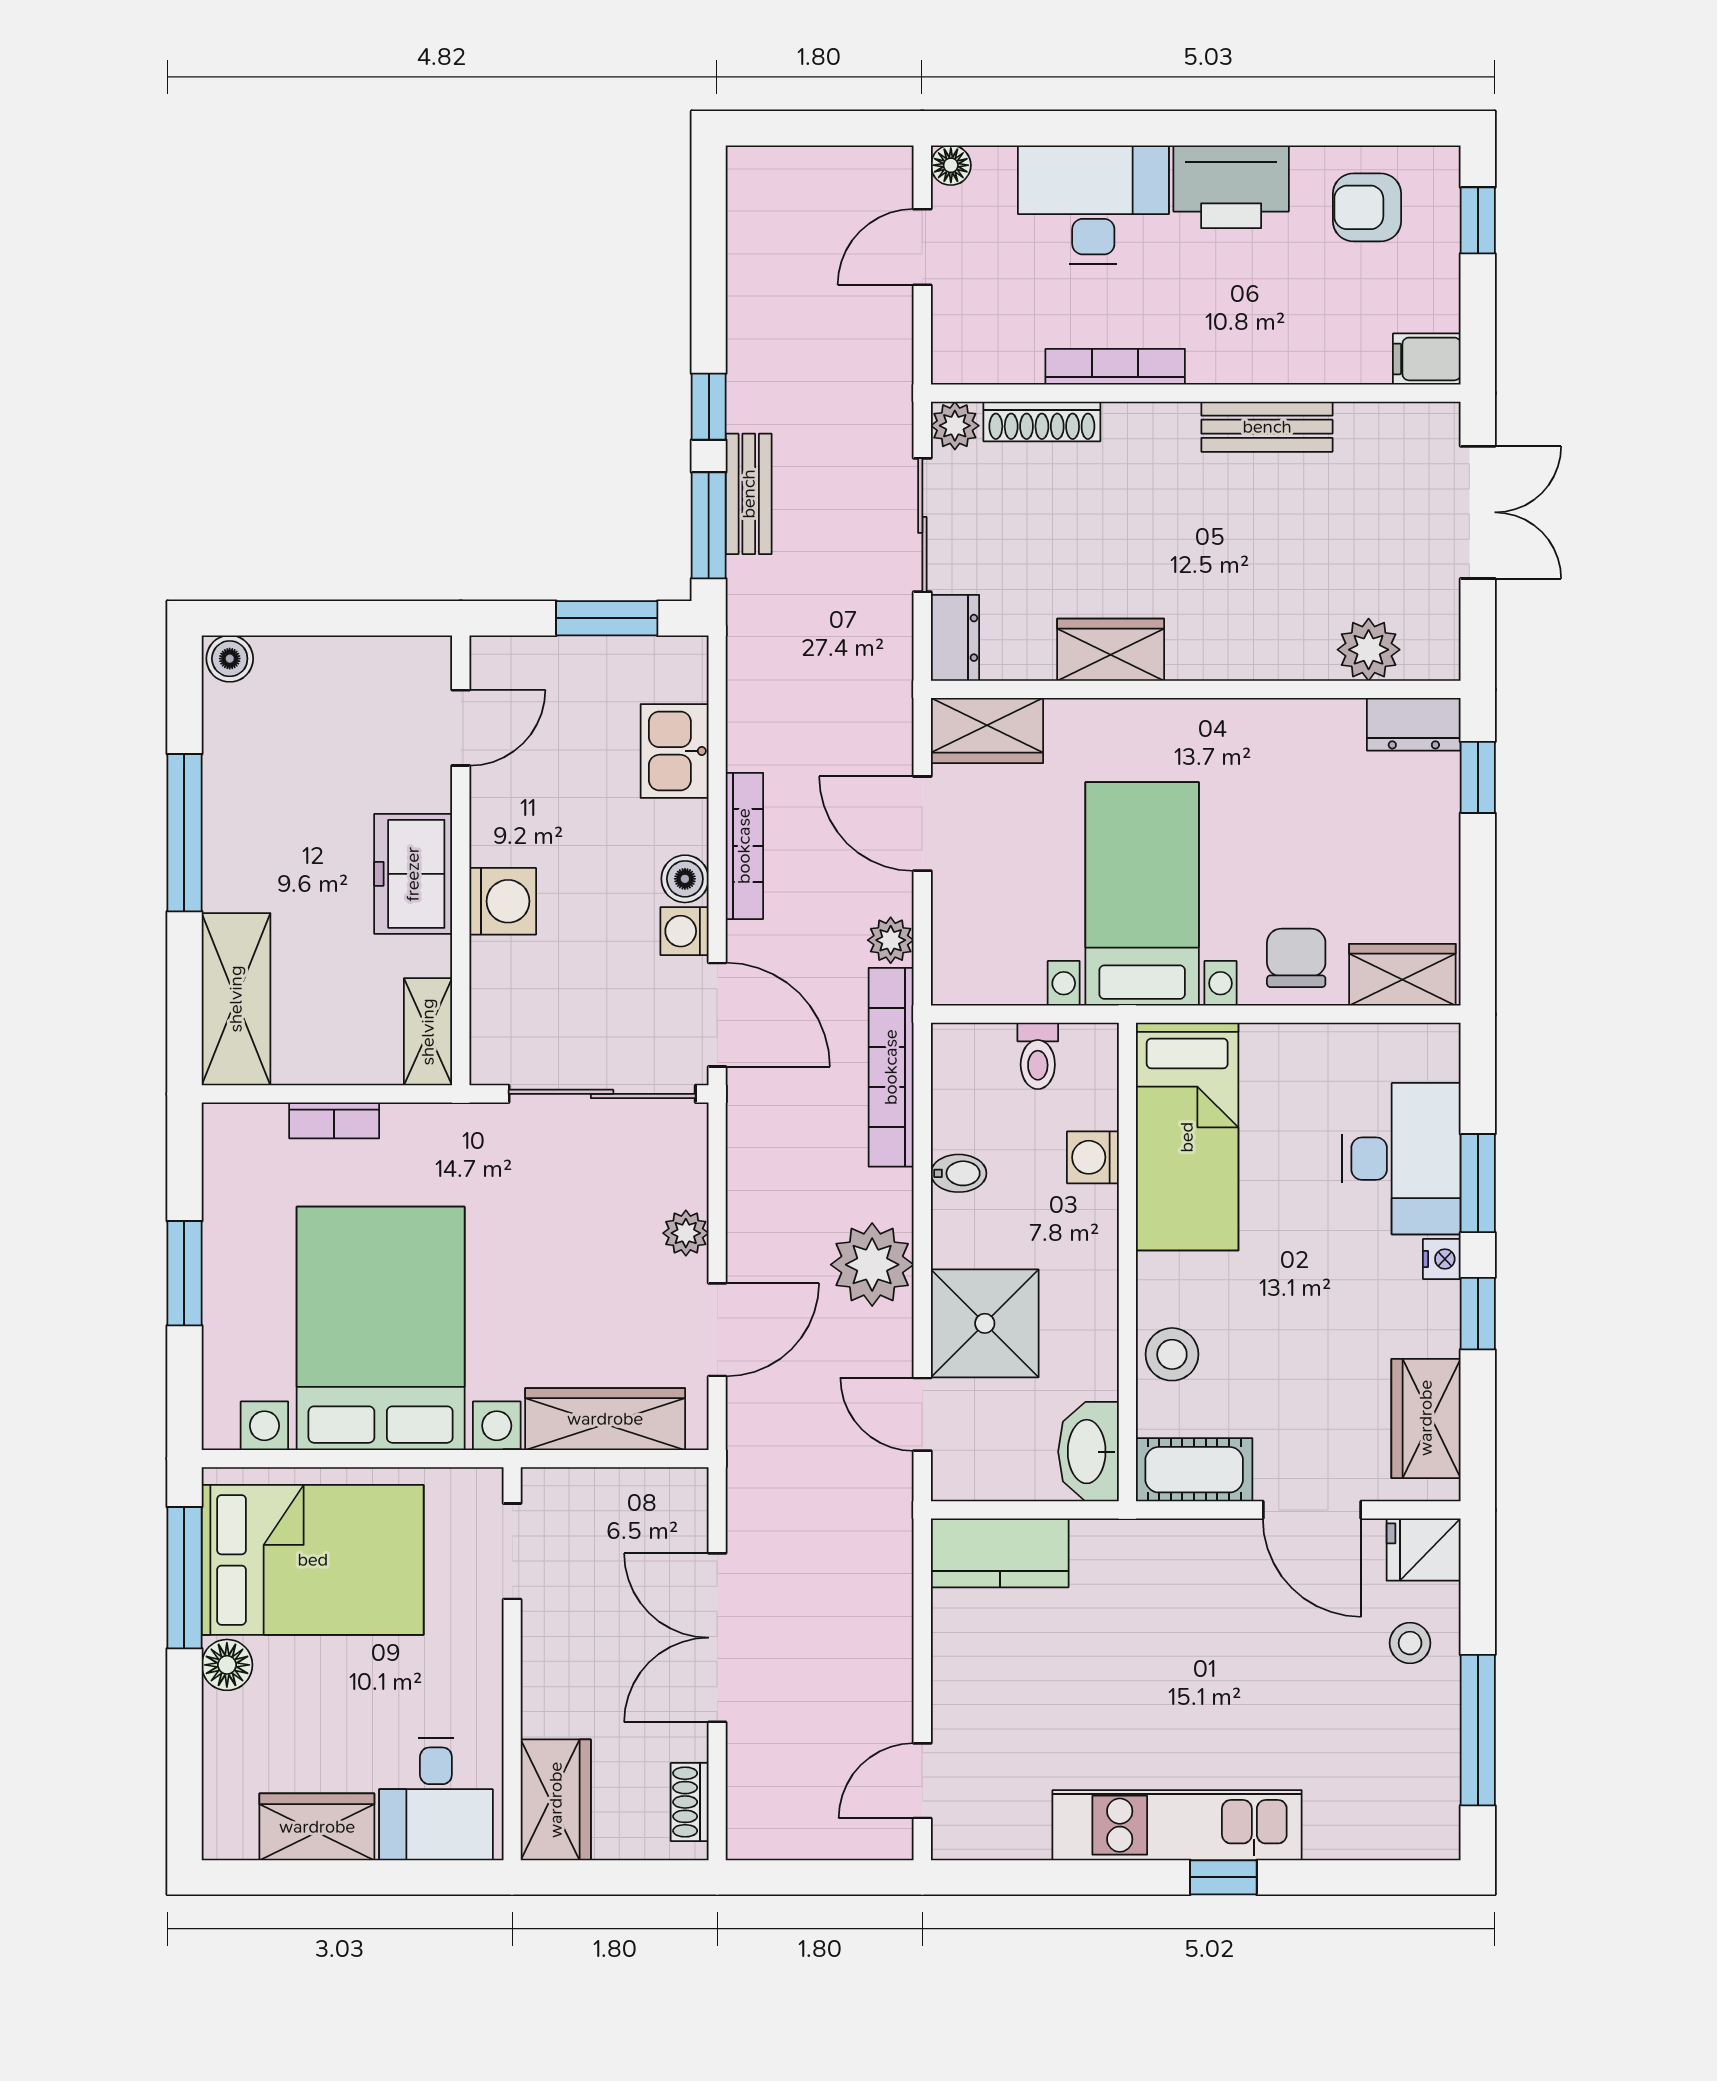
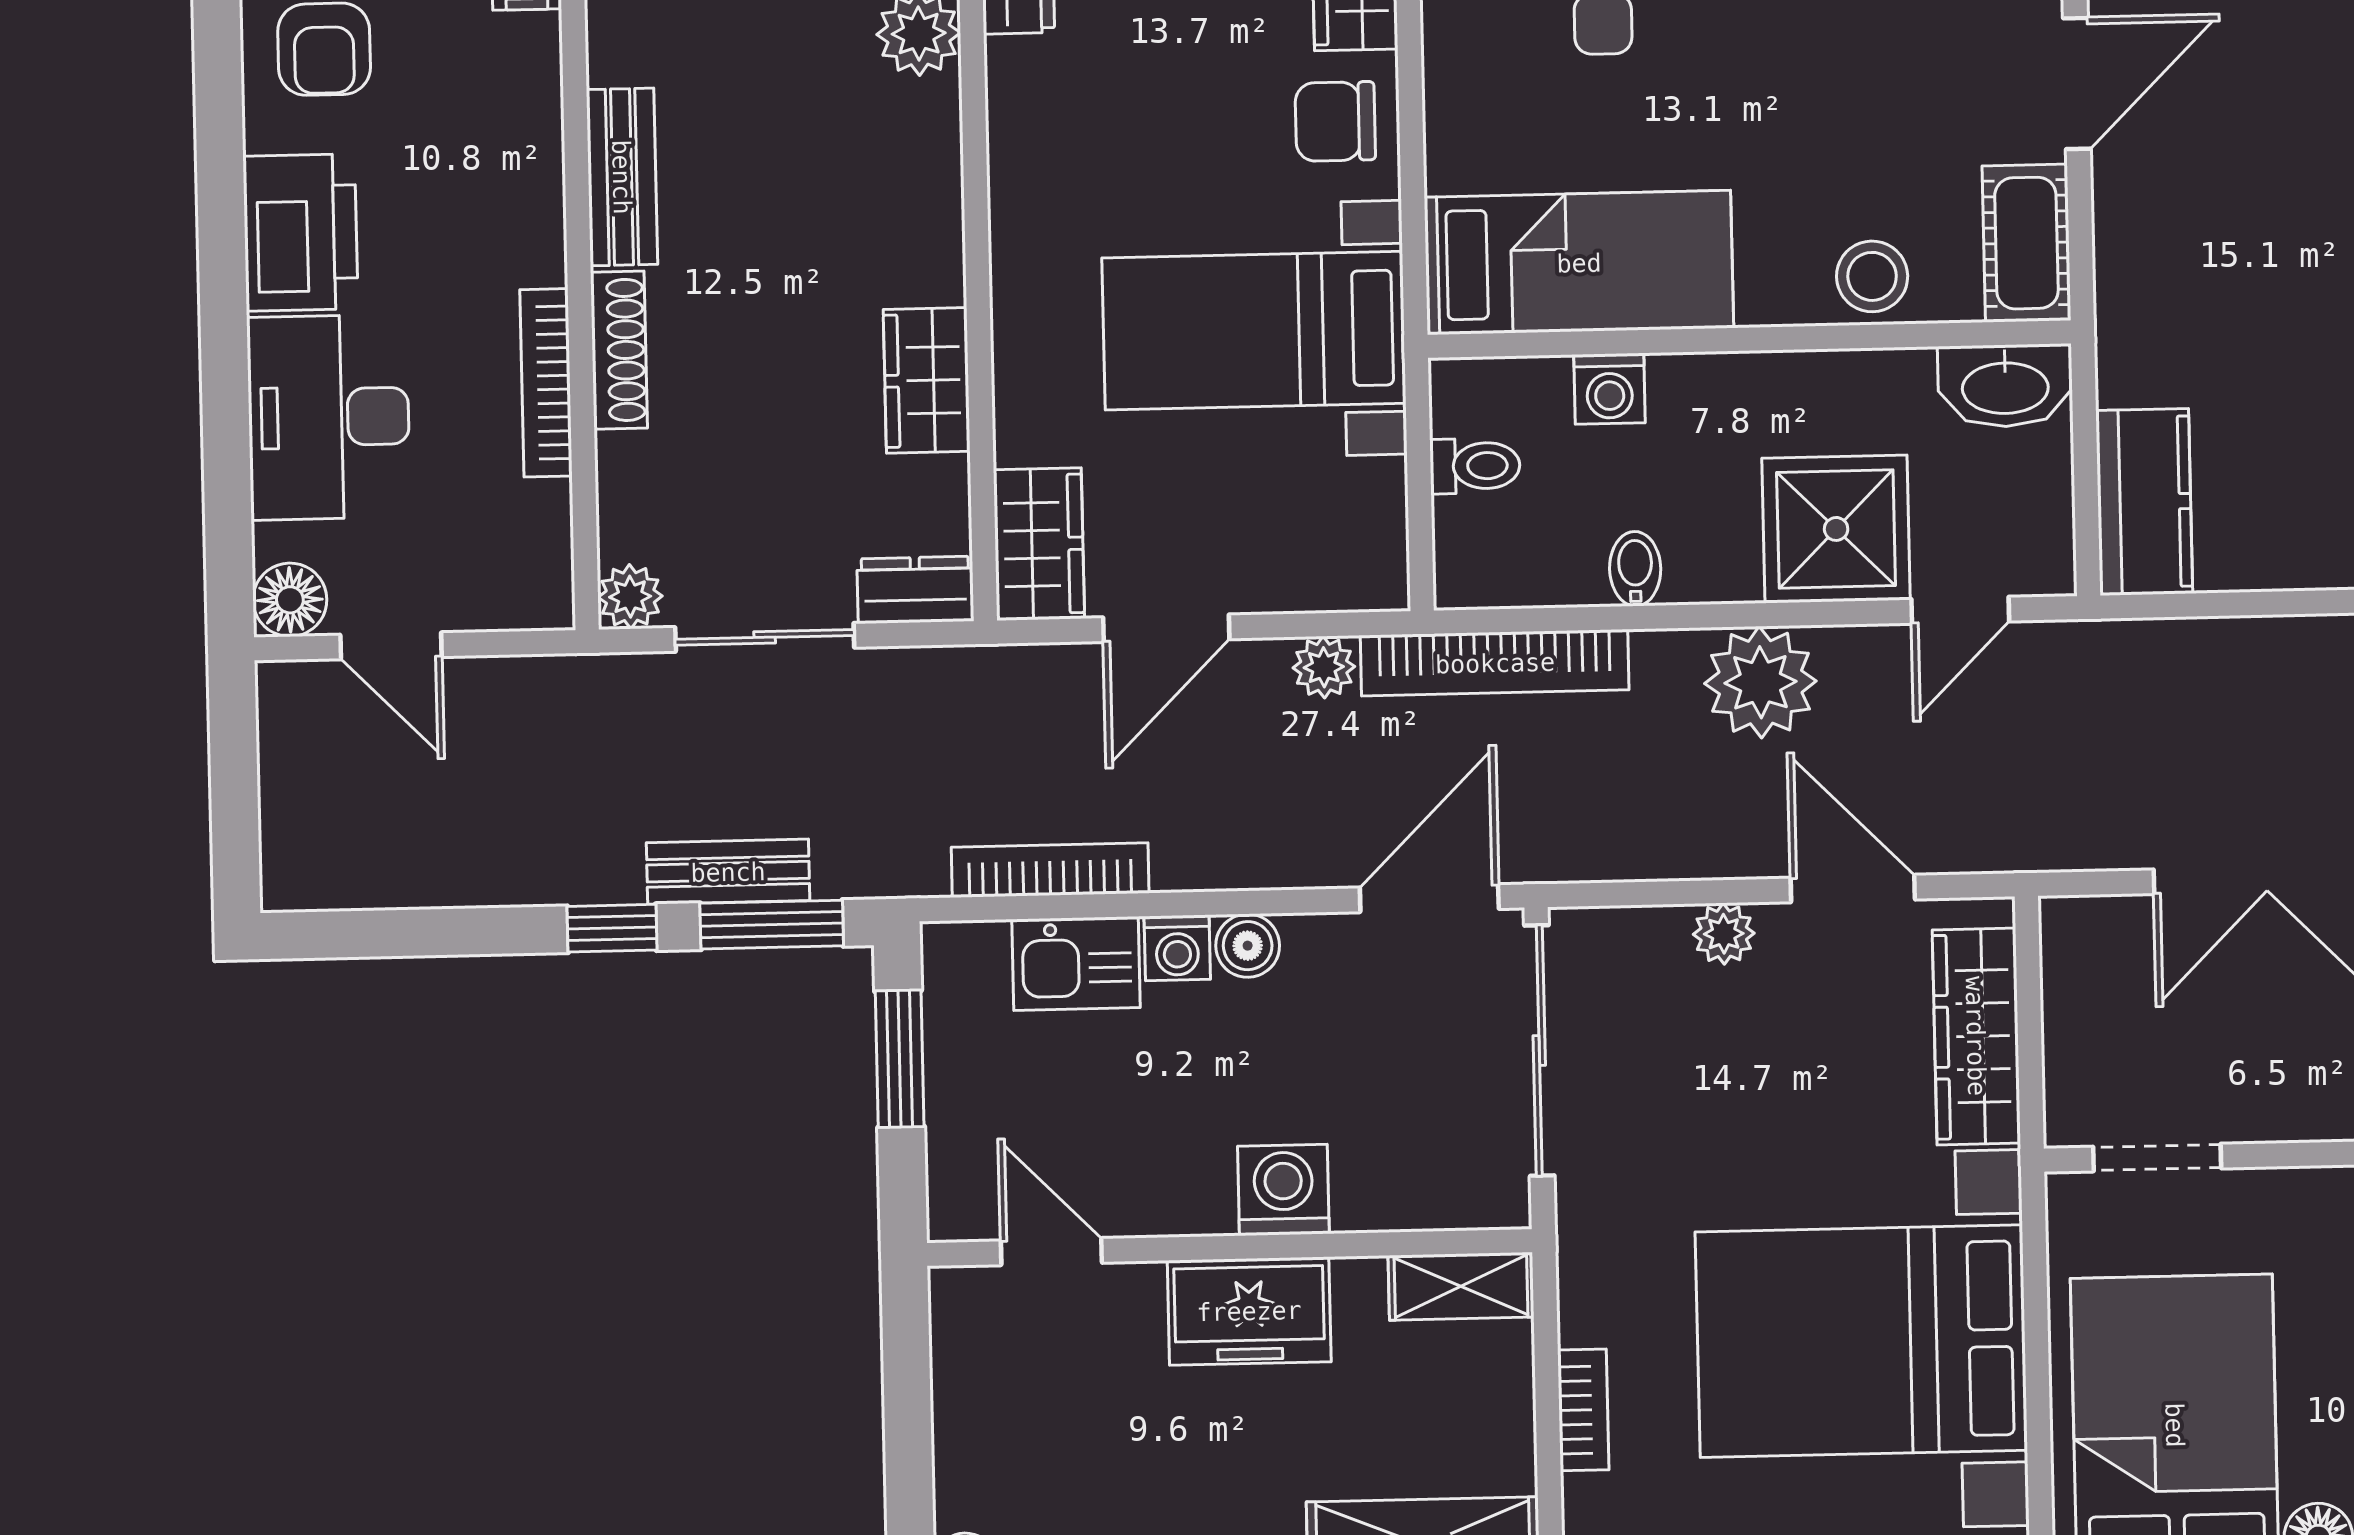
floor lamp: (951, 165) -> (290, 600), width x1.37, depth x1.37
shoe rack: (1042, 422) -> (619, 350), moved
bookcase: (744, 846) -> (1050, 870), moved
washing machine: (685, 931) -> (1177, 948), moved

